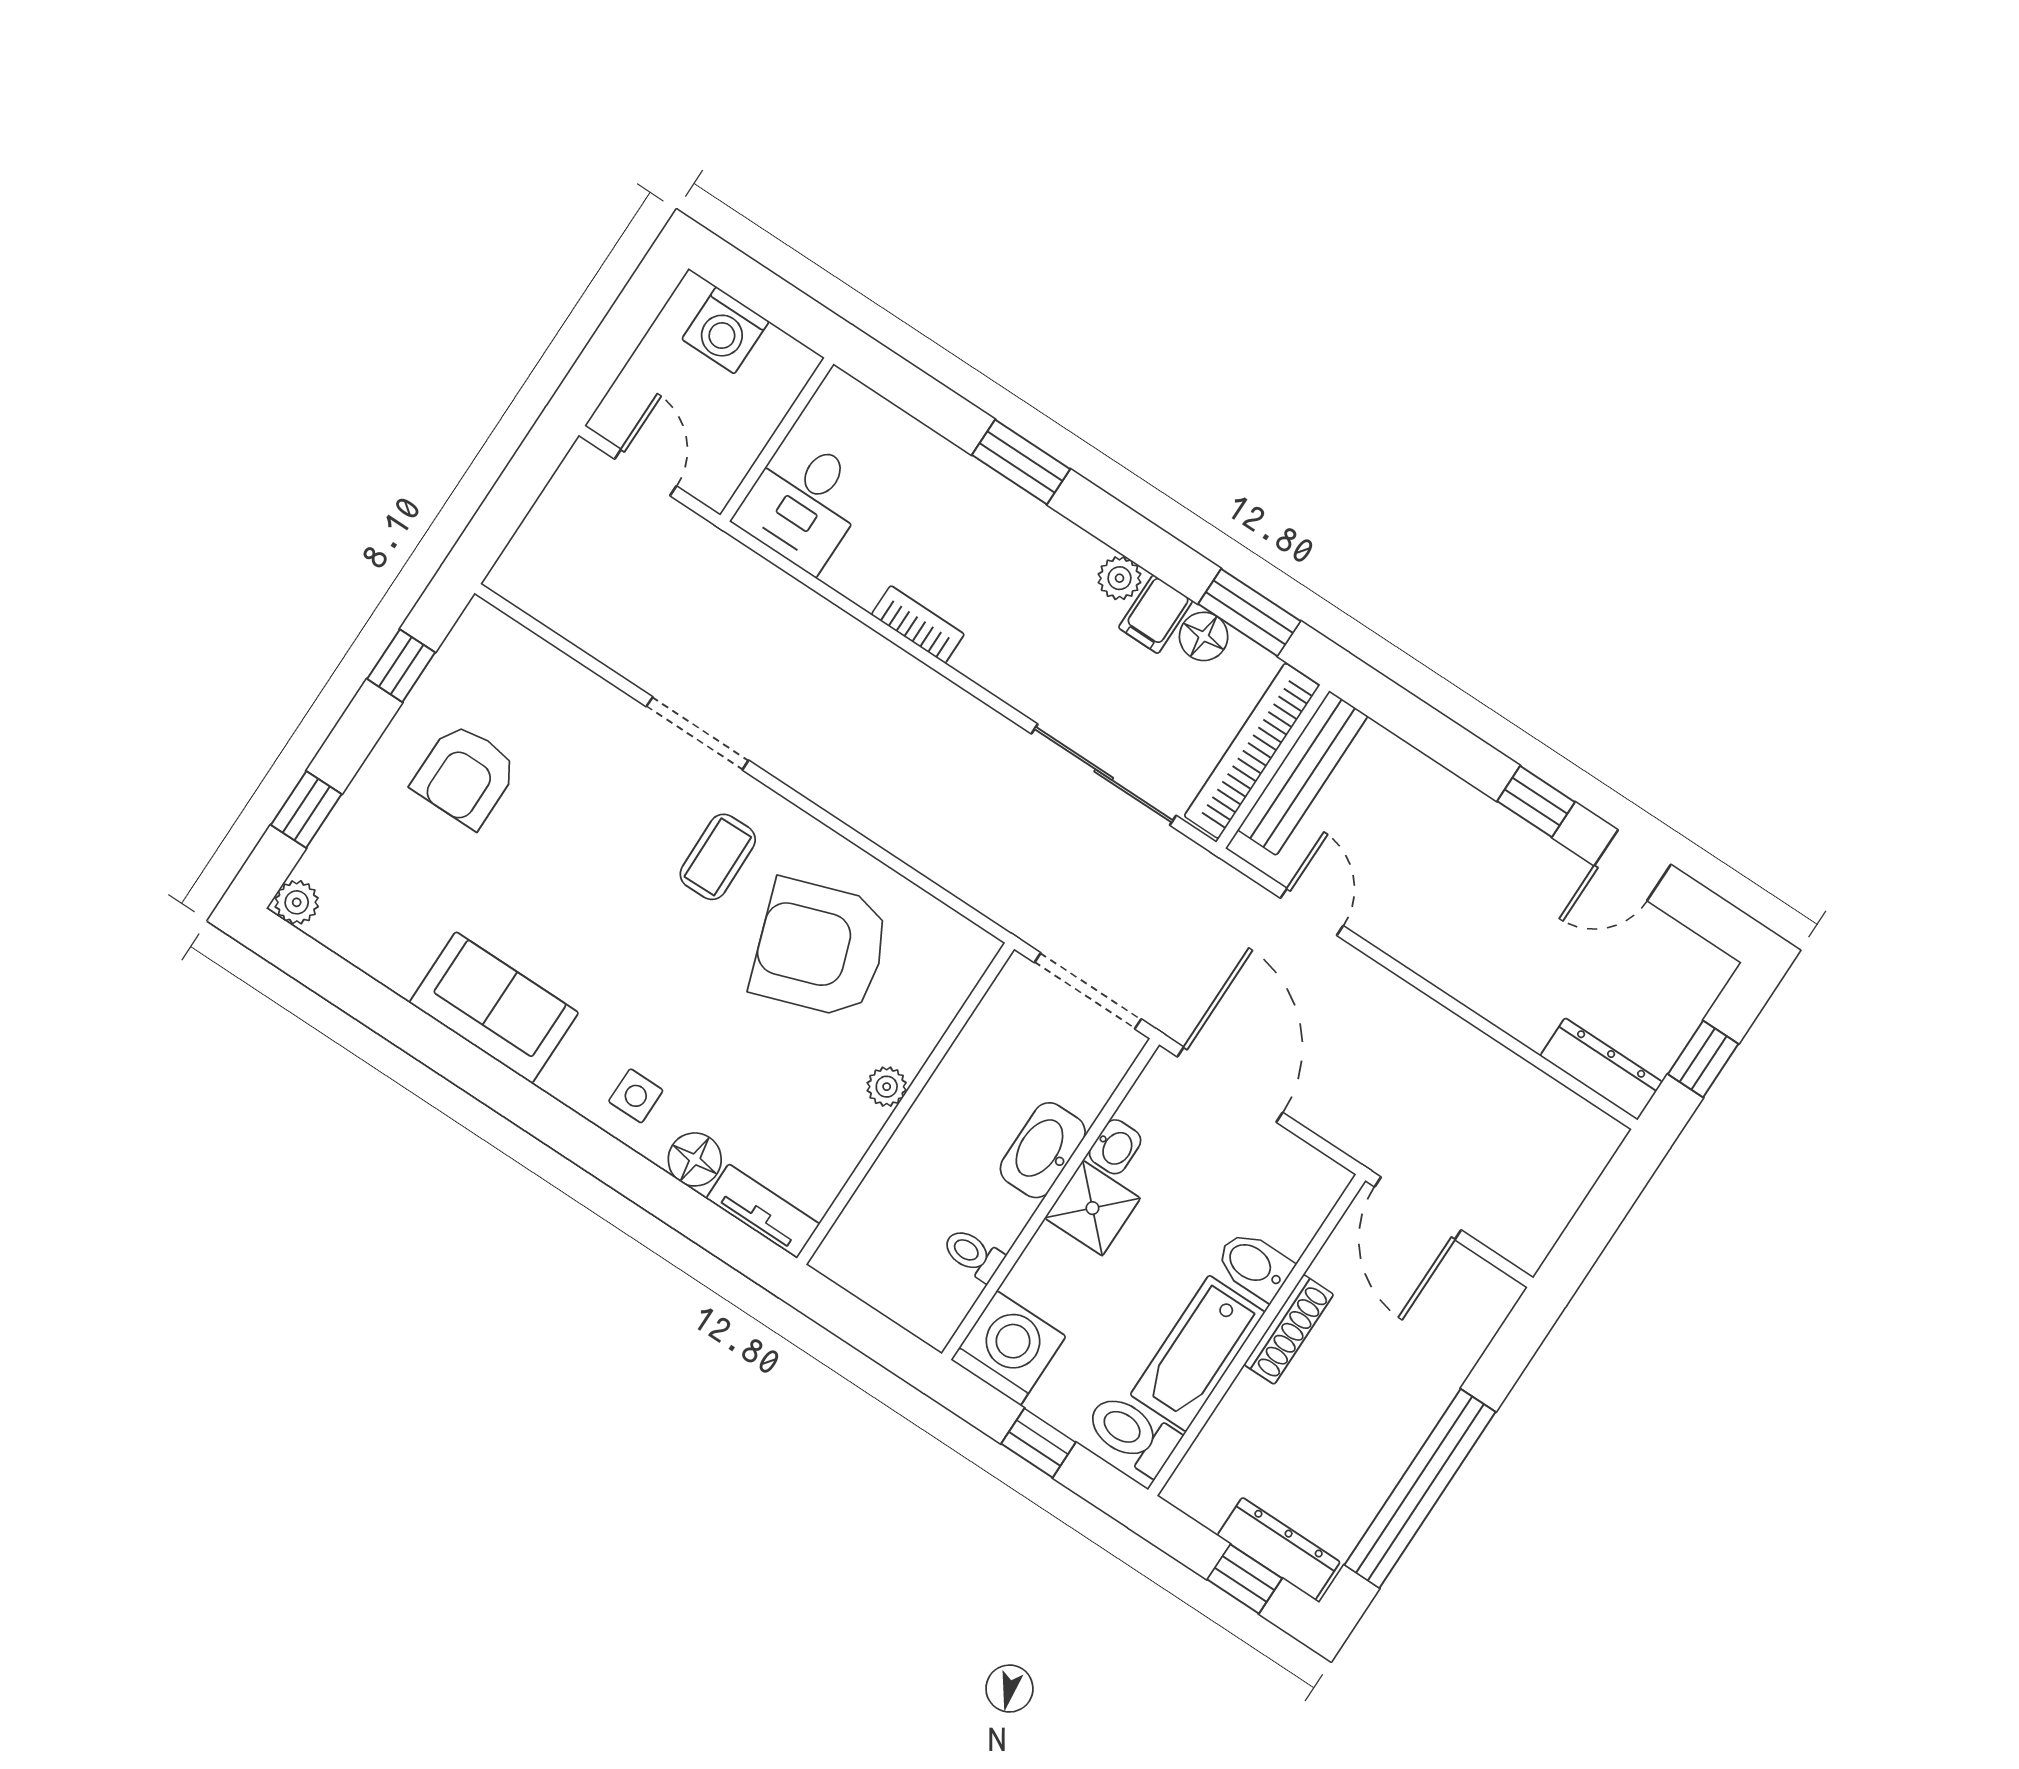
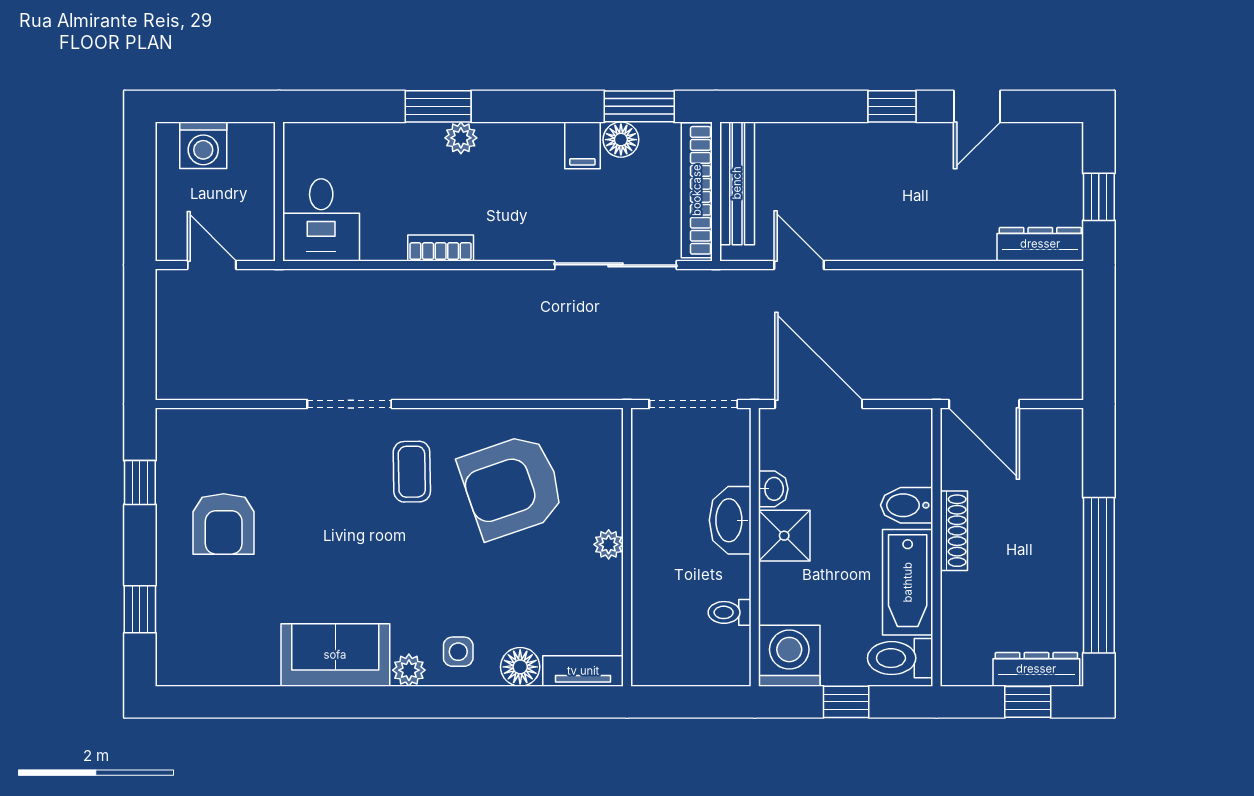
plant: (1120, 578) -> (461, 138), moved
plant: (297, 902) -> (409, 670), moved

